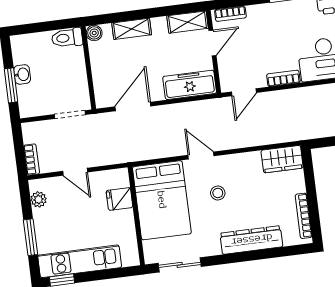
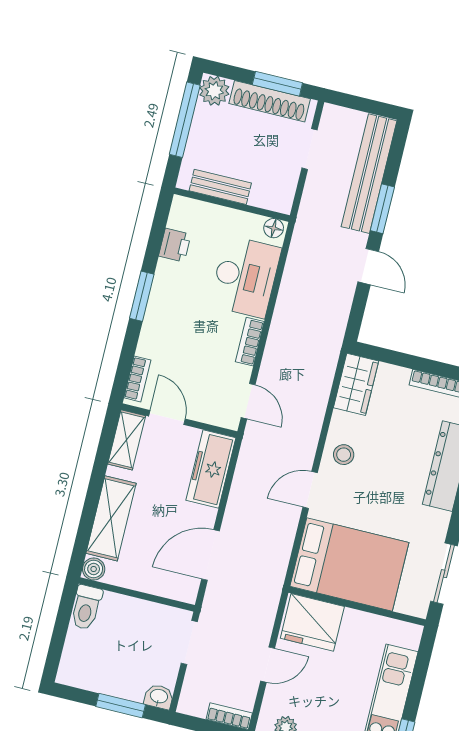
shelving: (132, 29) -> (111, 518), width x1.50, depth x1.33
washbasin: (22, 74) -> (159, 697), moved
door: (133, 106) -> (211, 555), hinge flipped
stool: (218, 193) -> (344, 455), moved
fridge: (120, 199) -> (312, 622), width x1.88, depth x1.34

